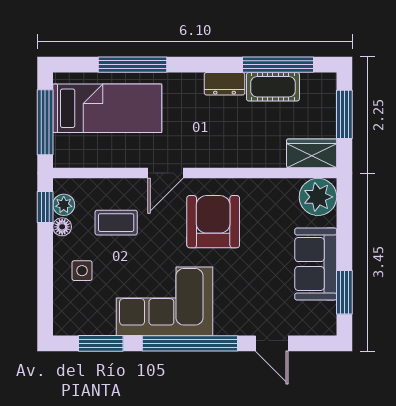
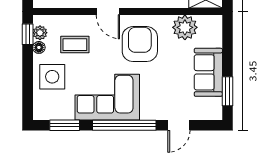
door: (166, 173) -> (108, 12), hinge flipped
plant: (318, 197) -> (185, 27), moved
side table: (82, 271) -> (52, 77), width x1.87, depth x1.87
door: (272, 343) -> (179, 125), hinge flipped

